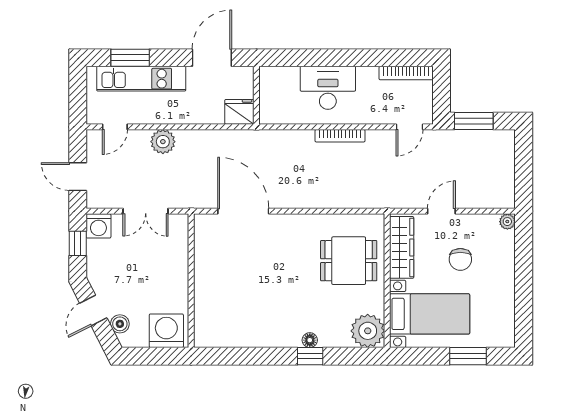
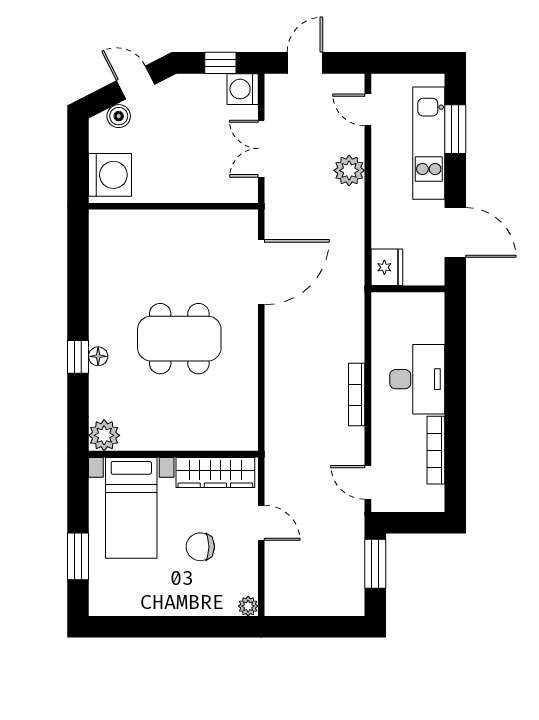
bookcase: (406, 73) -> (436, 450), moved
dining table: (349, 261) -> (179, 339), moved, width x1.38
plant: (368, 331) -> (104, 435), width x0.73, depth x0.73

